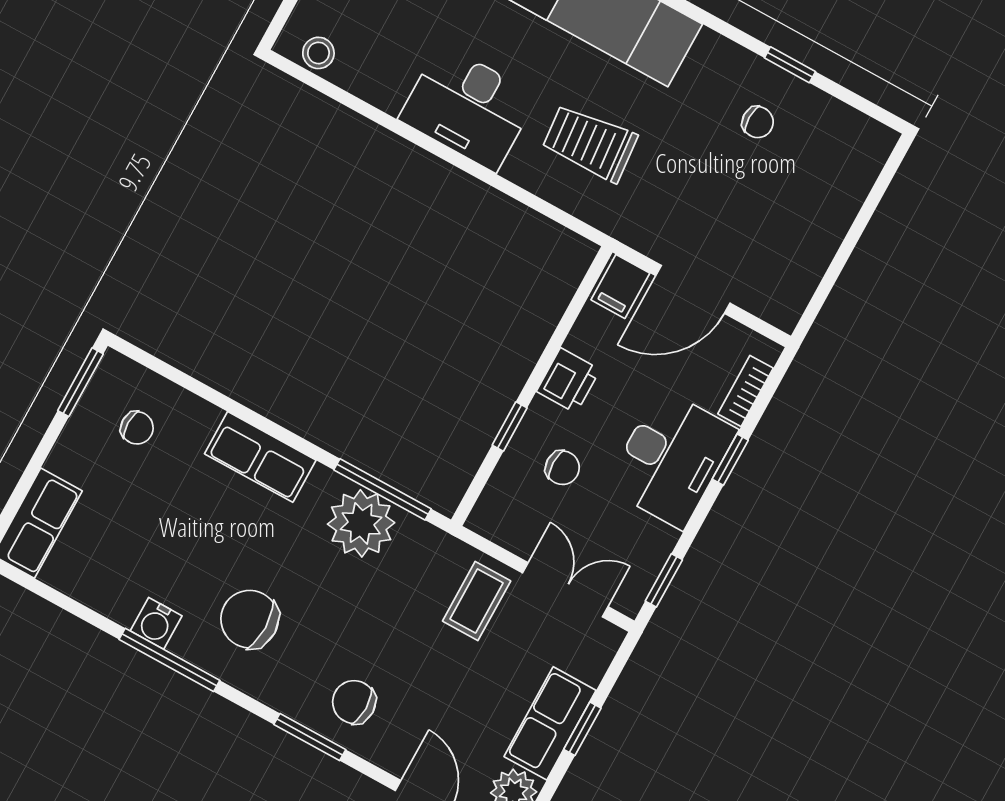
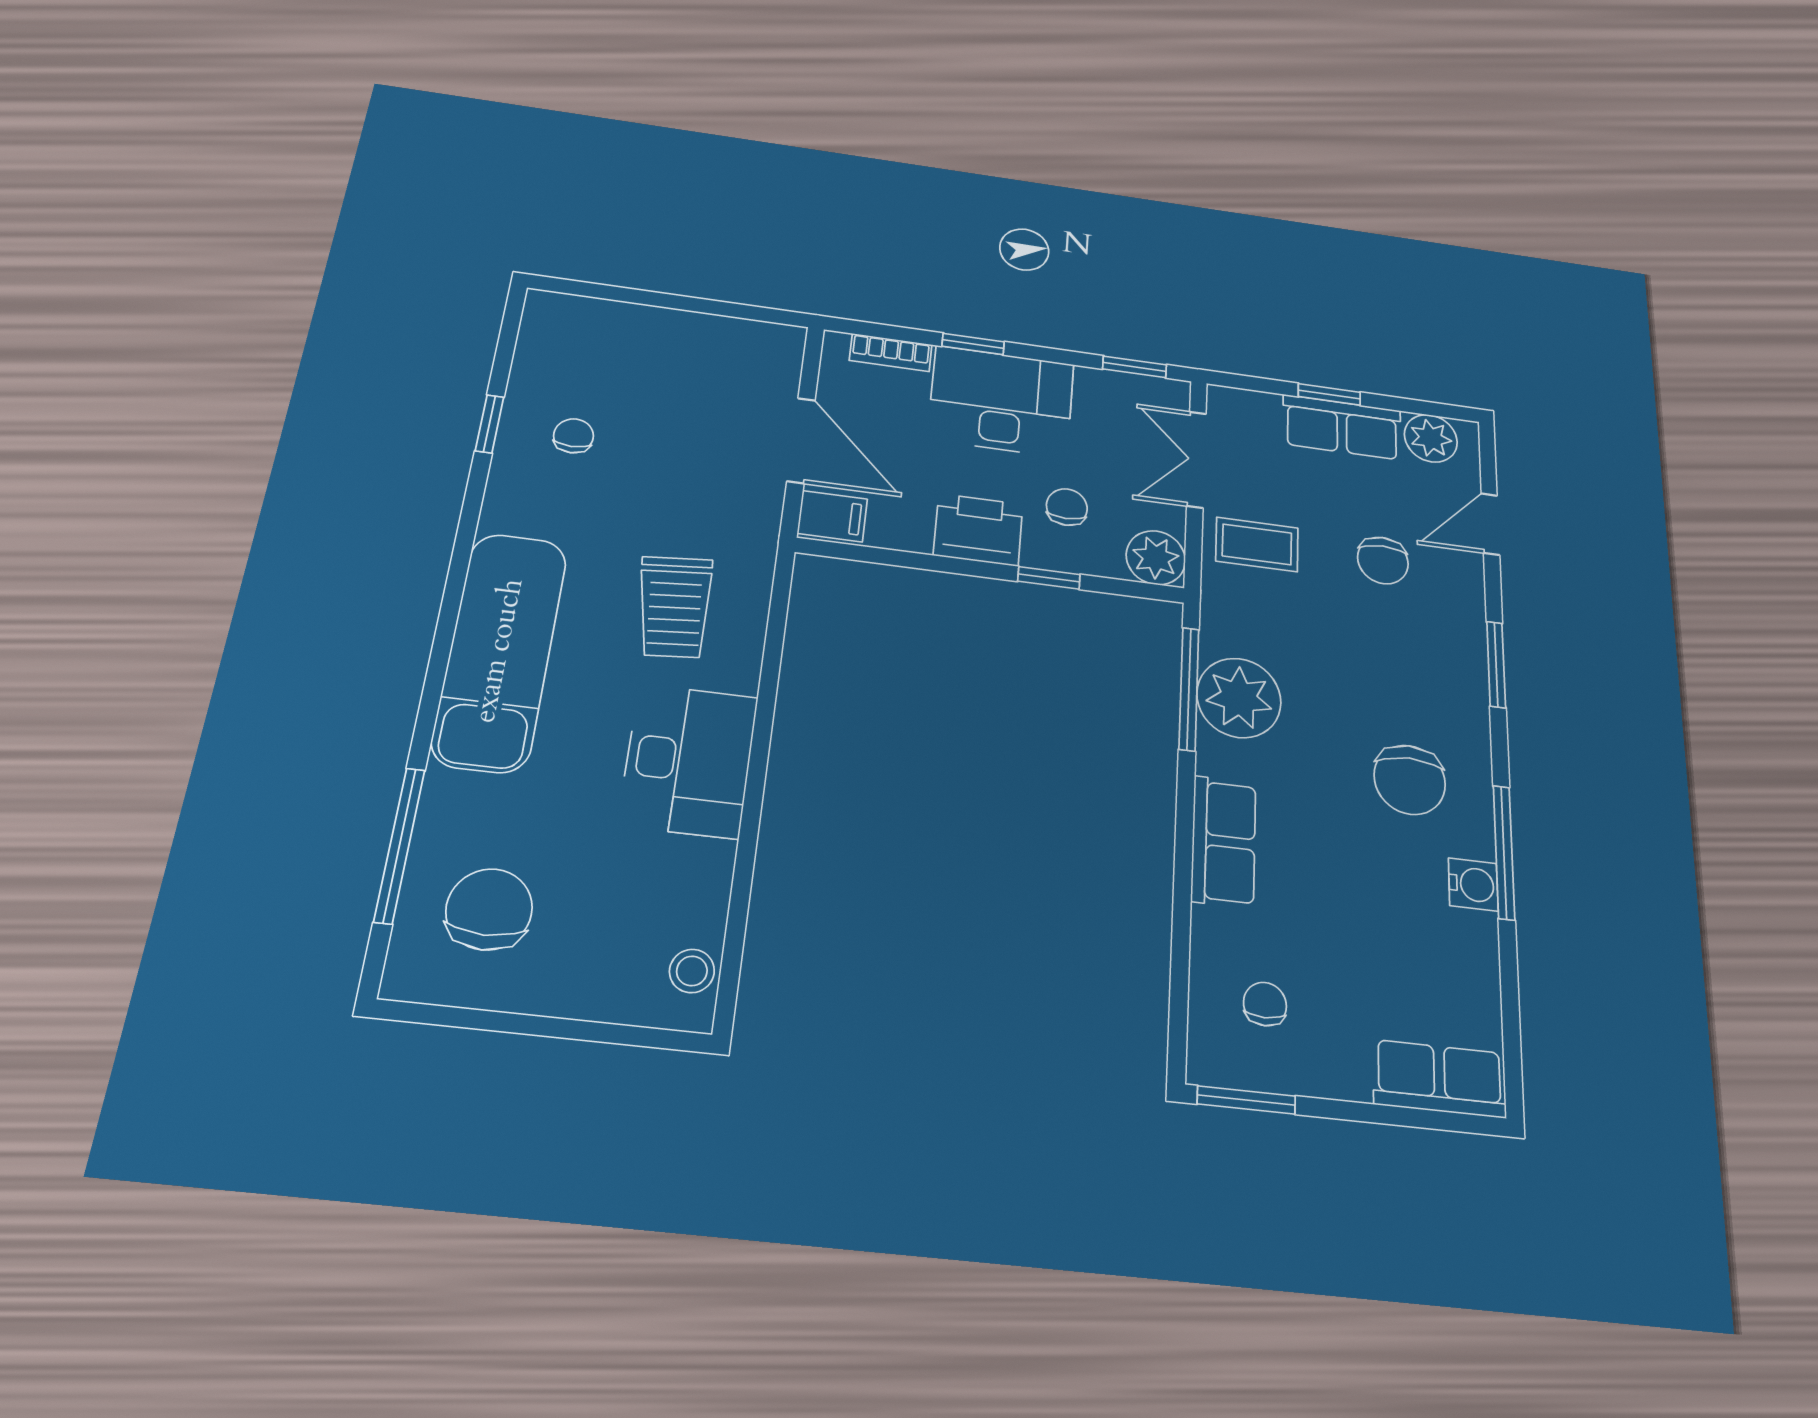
printer: (568, 380) -> (978, 530), width x1.36, depth x1.24
plant: (495, 516) -> (1156, 558), added
chair: (354, 702) -> (1383, 560), moved

